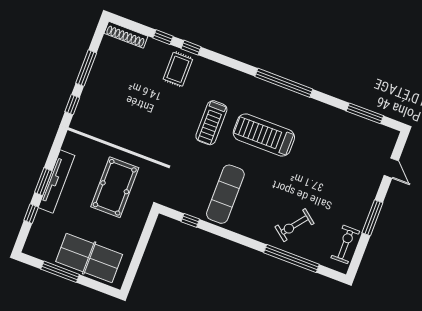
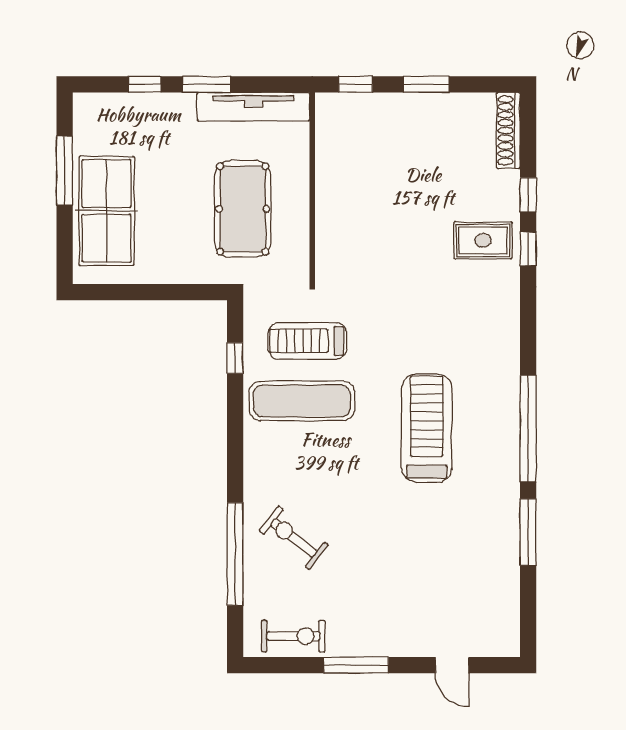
window: (86, 68) -> (426, 84), width x0.69
window: (365, 113) -> (528, 532), moved
treadmill: (211, 123) -> (307, 341), moved
door: (391, 168) -> (452, 665), hinge flipped
tv unit: (57, 181) -> (253, 107), moved
pool table: (115, 187) -> (243, 209), turned 90

